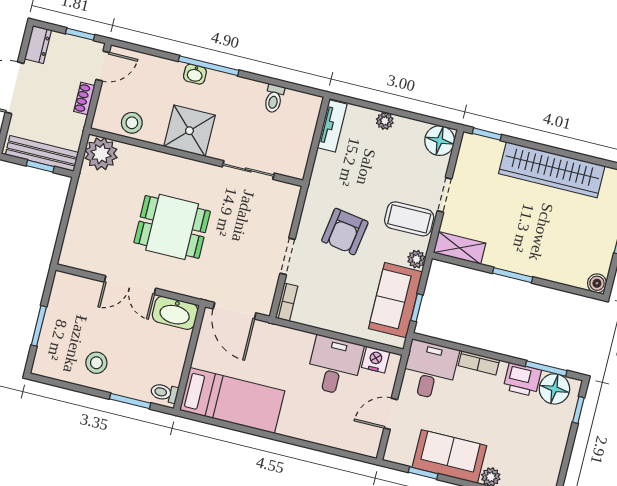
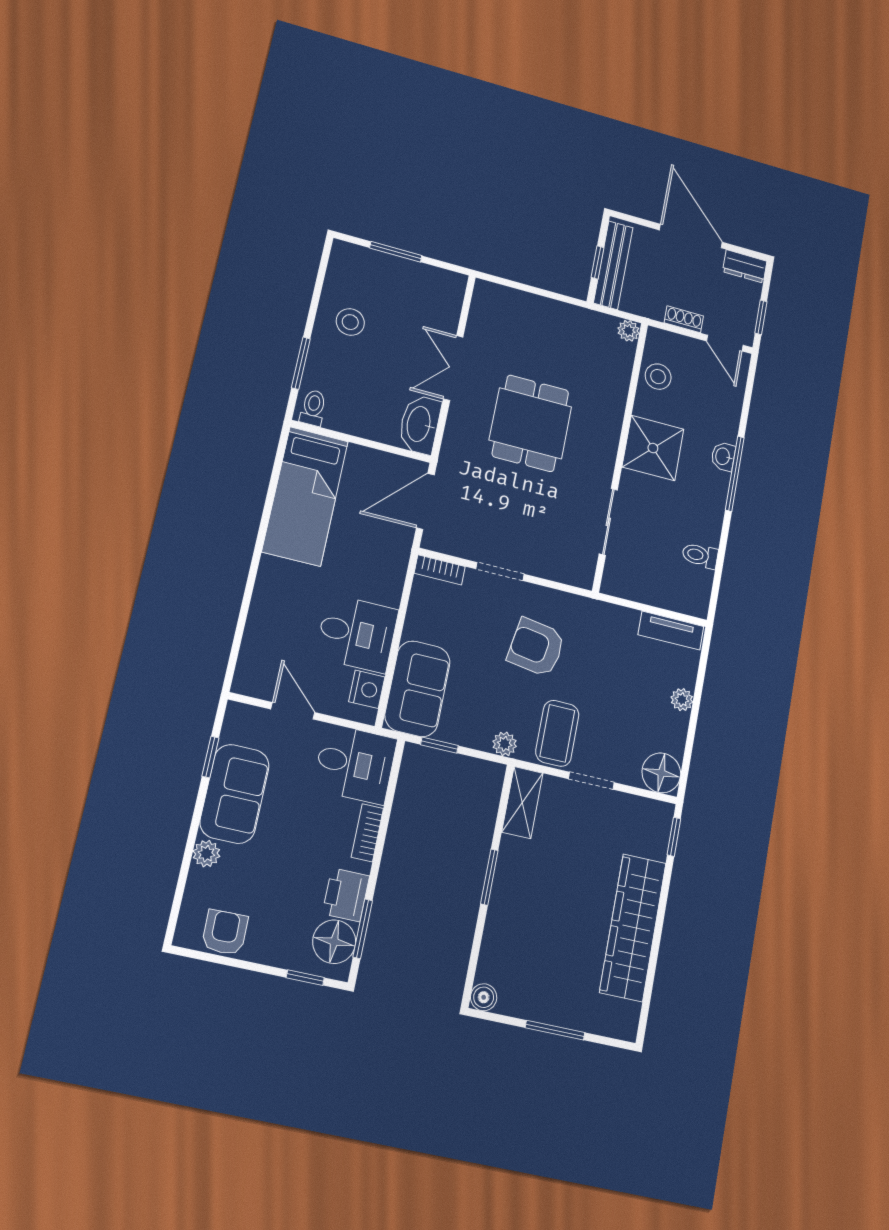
plant: (101, 154) -> (629, 331), width x0.53, depth x0.53
sofa: (396, 300) -> (418, 689), moved, turned 90
armchair: (545, 465) -> (225, 932), added

